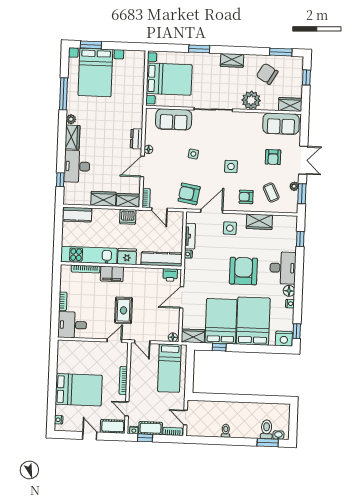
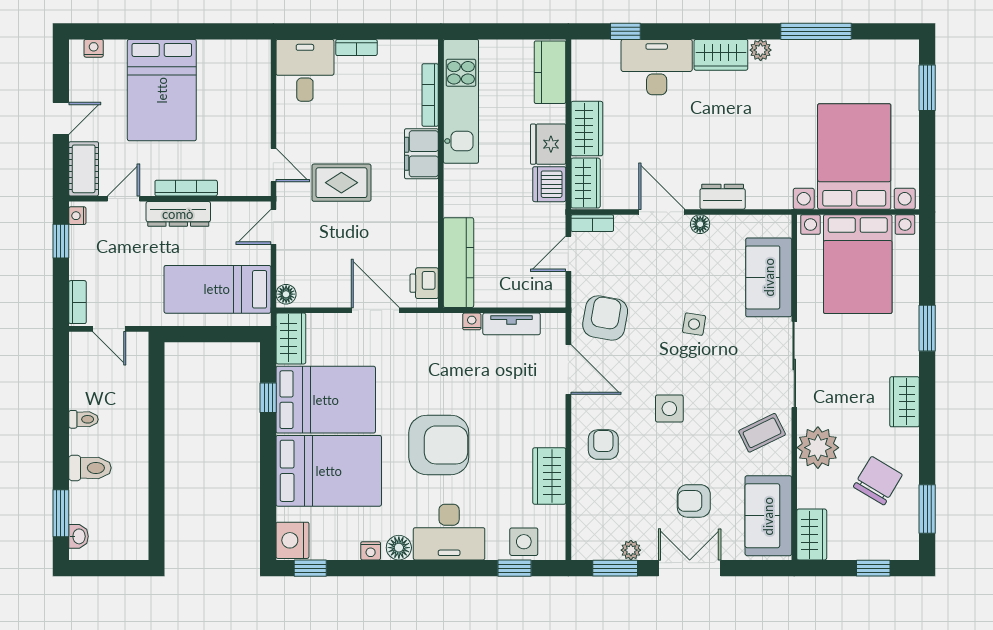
bed with nightstands: (95, 72) -> (854, 156), moved, turned 90
double door: (303, 160) -> (690, 568), swing flipped
coffee table: (271, 193) -> (762, 433), moved
side table: (230, 228) -> (524, 542), moved
fridge: (127, 257) -> (548, 144), moved, turned 180
dresser: (135, 384) -> (178, 214), added
door: (185, 418) -> (109, 329), swing flipped
cot: (151, 428) -> (83, 253), removed
toilet: (266, 429) -> (90, 468), moved

